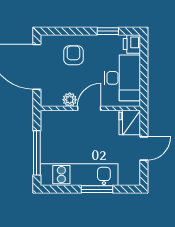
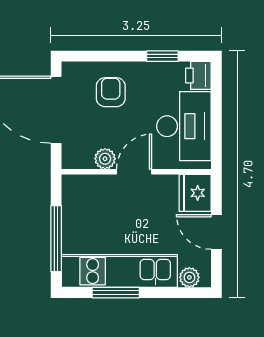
door: (144, 148) -> (216, 232), swing flipped
plant: (126, 179) -> (189, 277), added
window: (97, 189) -> (116, 293), moved

